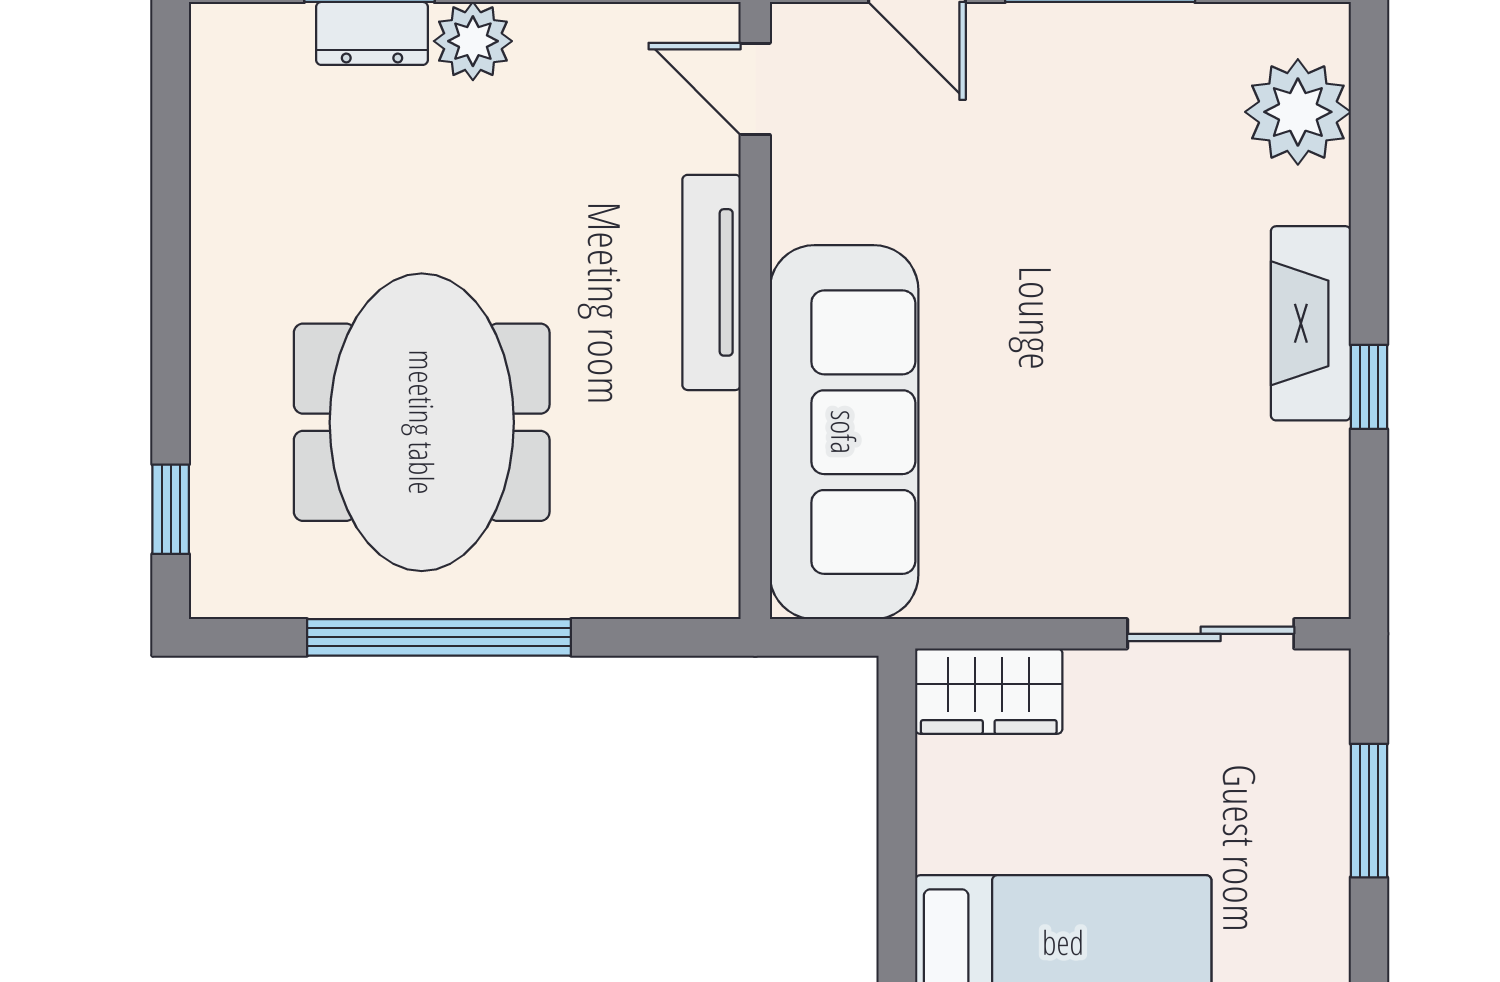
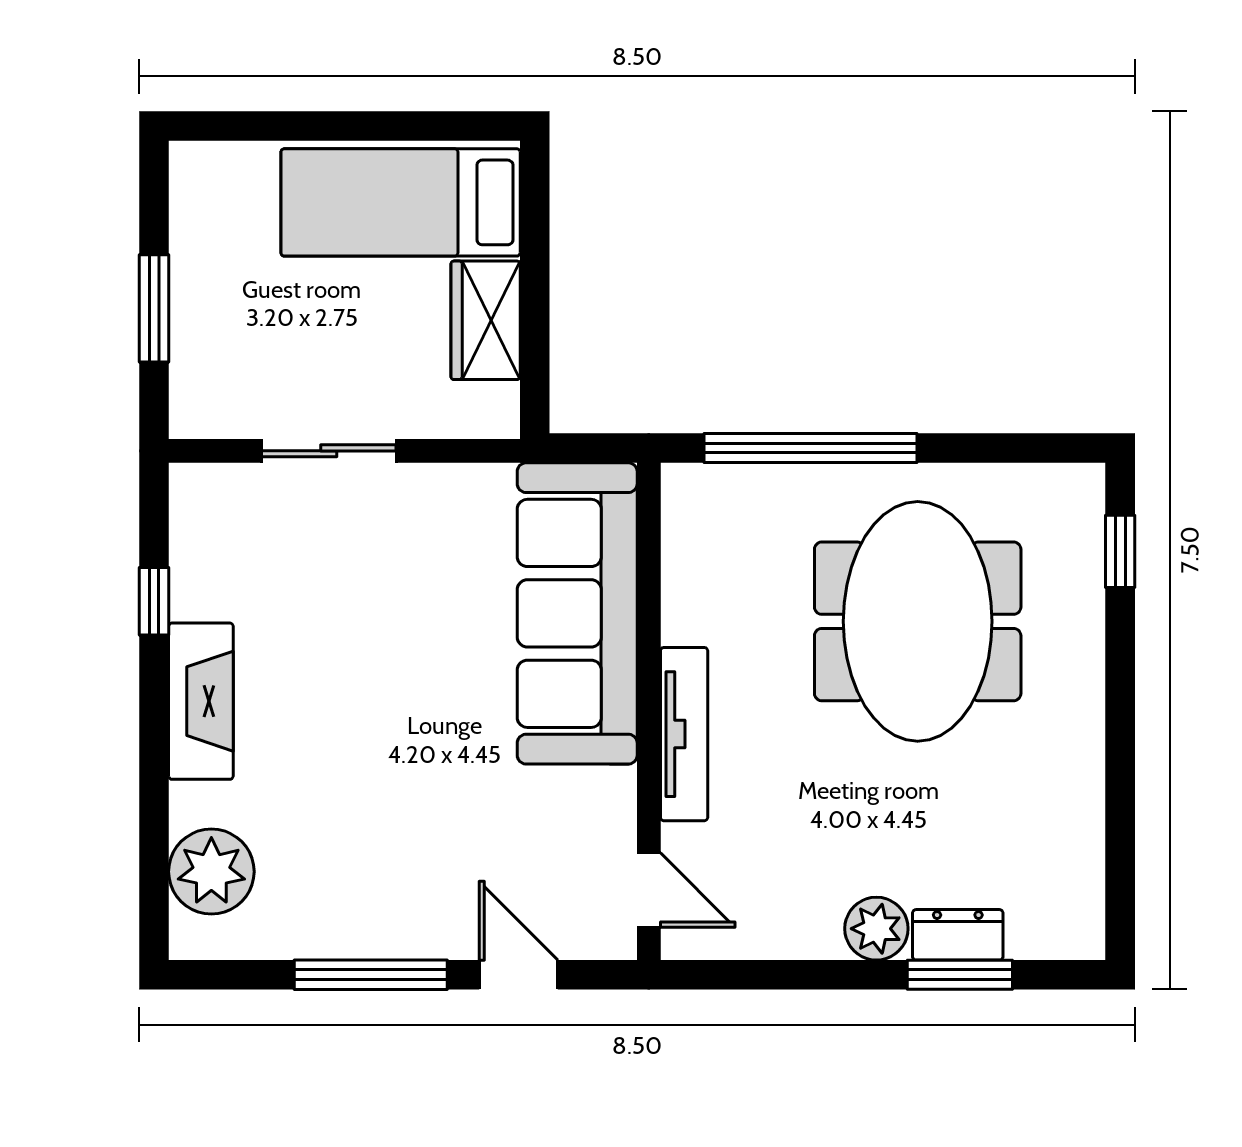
window: (1369, 387) -> (154, 601), moved
sliding door: (1211, 634) -> (329, 451), moved
window: (439, 637) -> (810, 448), moved
wardrobe: (989, 691) -> (486, 320), moved, turned -90

